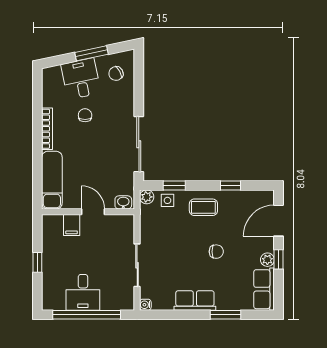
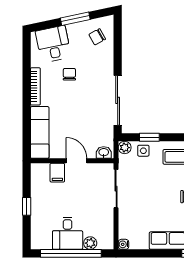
desk: (81, 79) -> (53, 44), moved
sliding door: (137, 265) -> (116, 189), moved
plant: (108, 303) -> (90, 243), added

